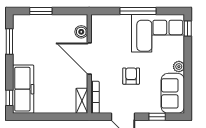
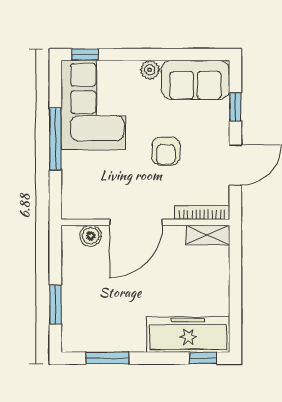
armchair: (131, 76) -> (166, 151), turned -89

